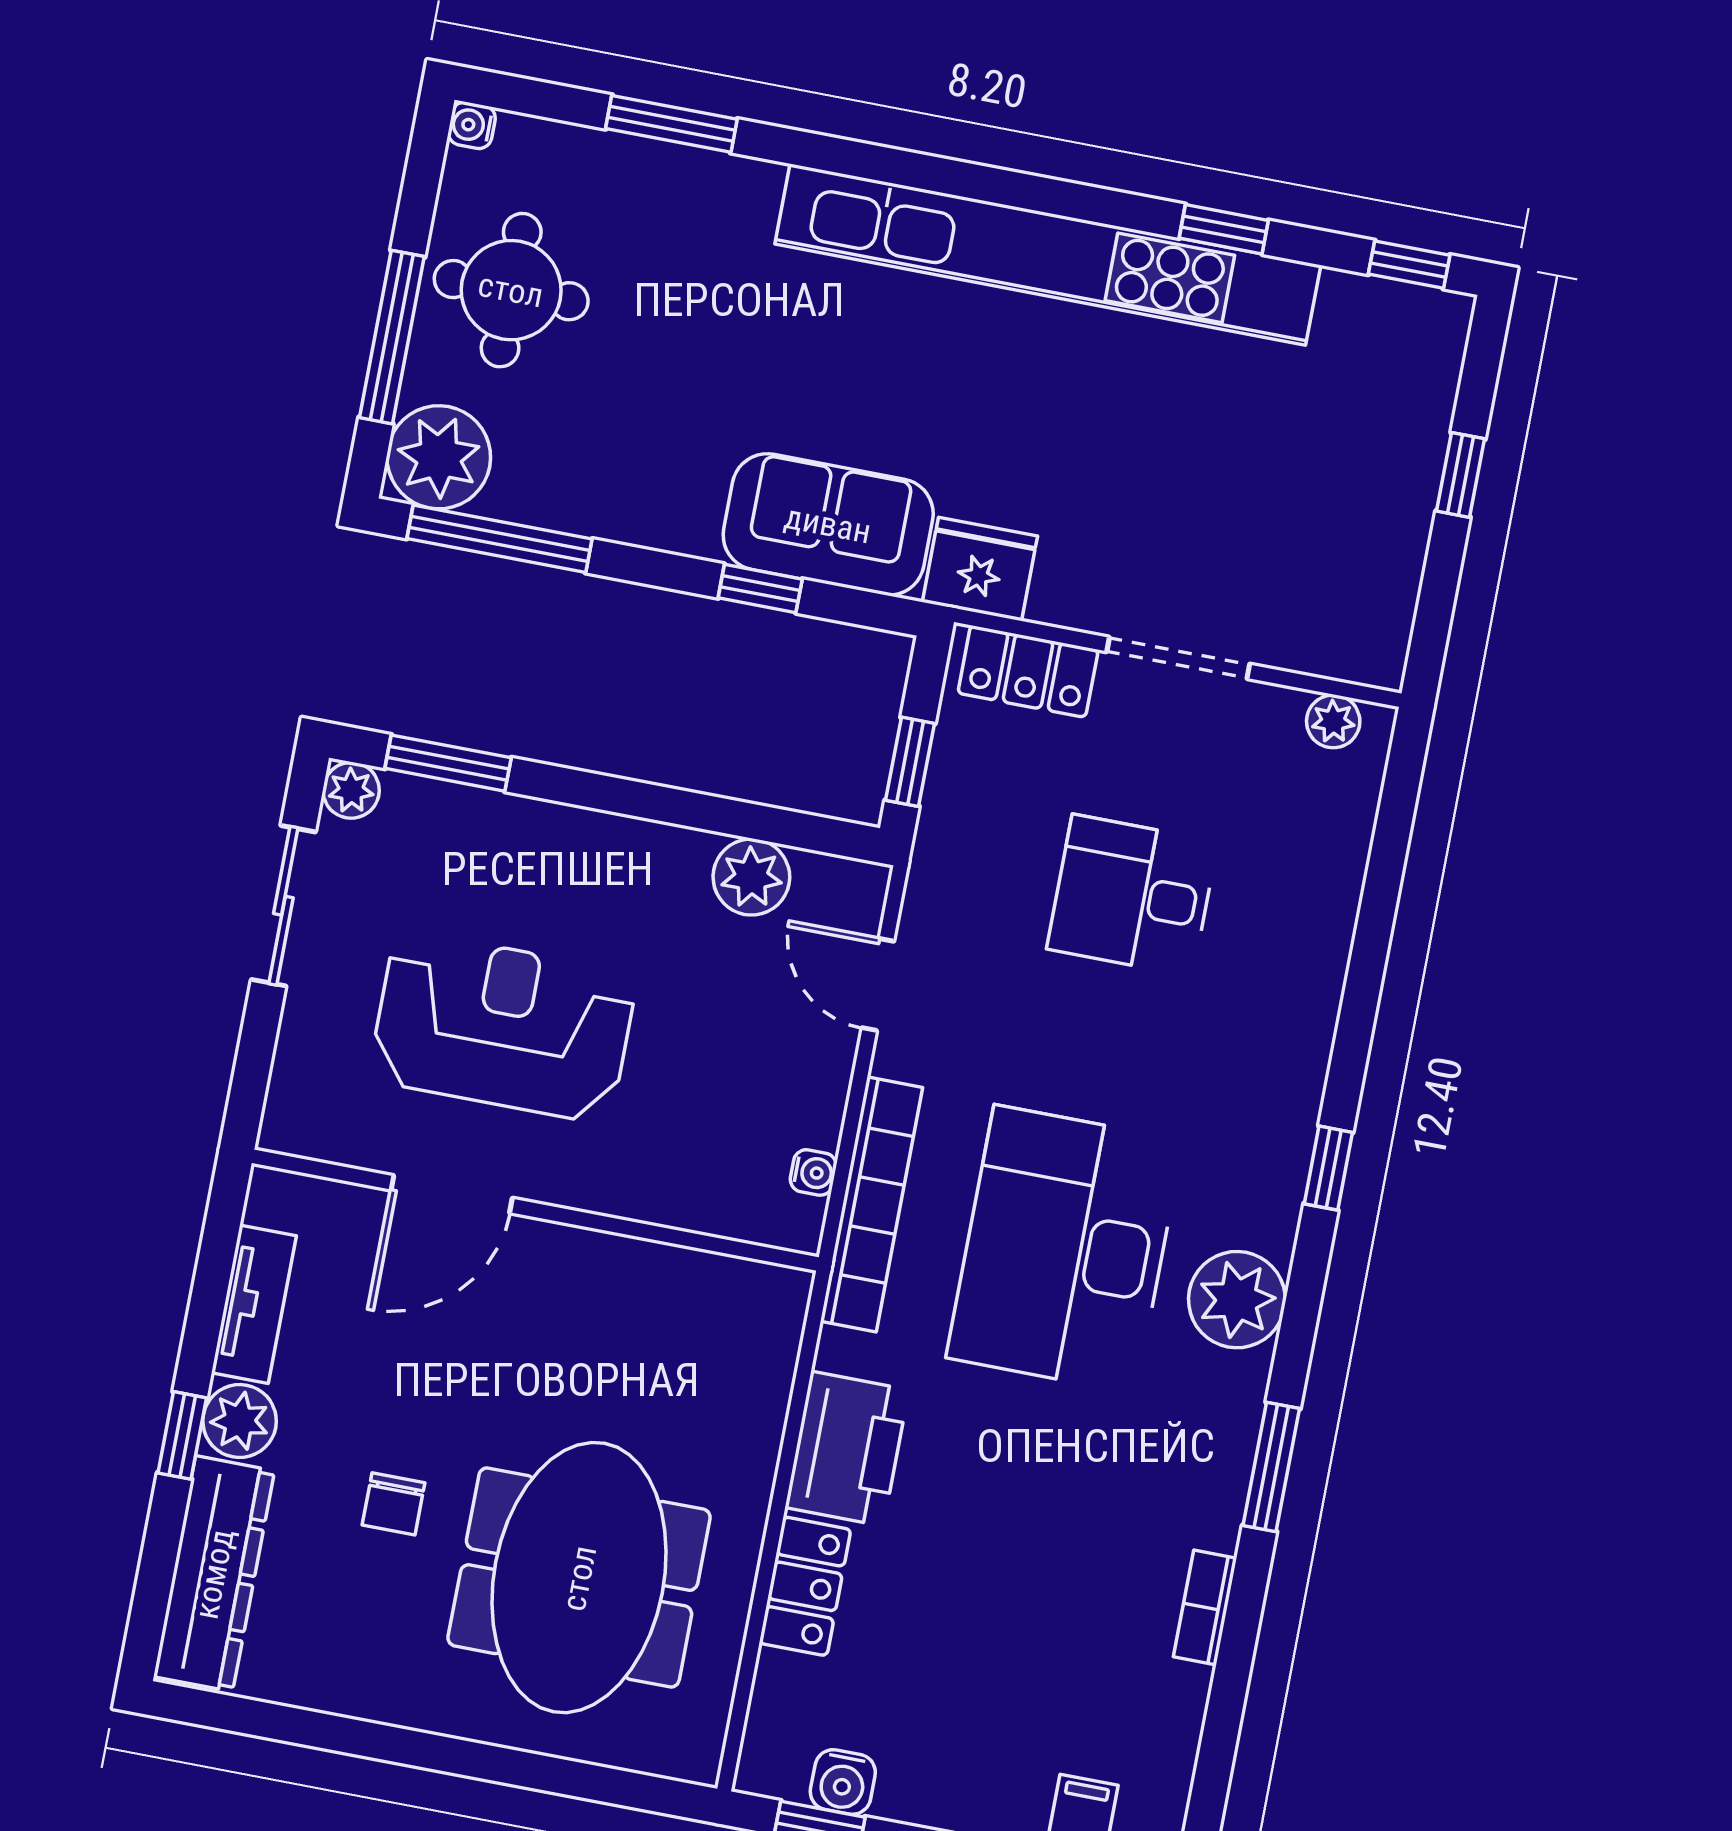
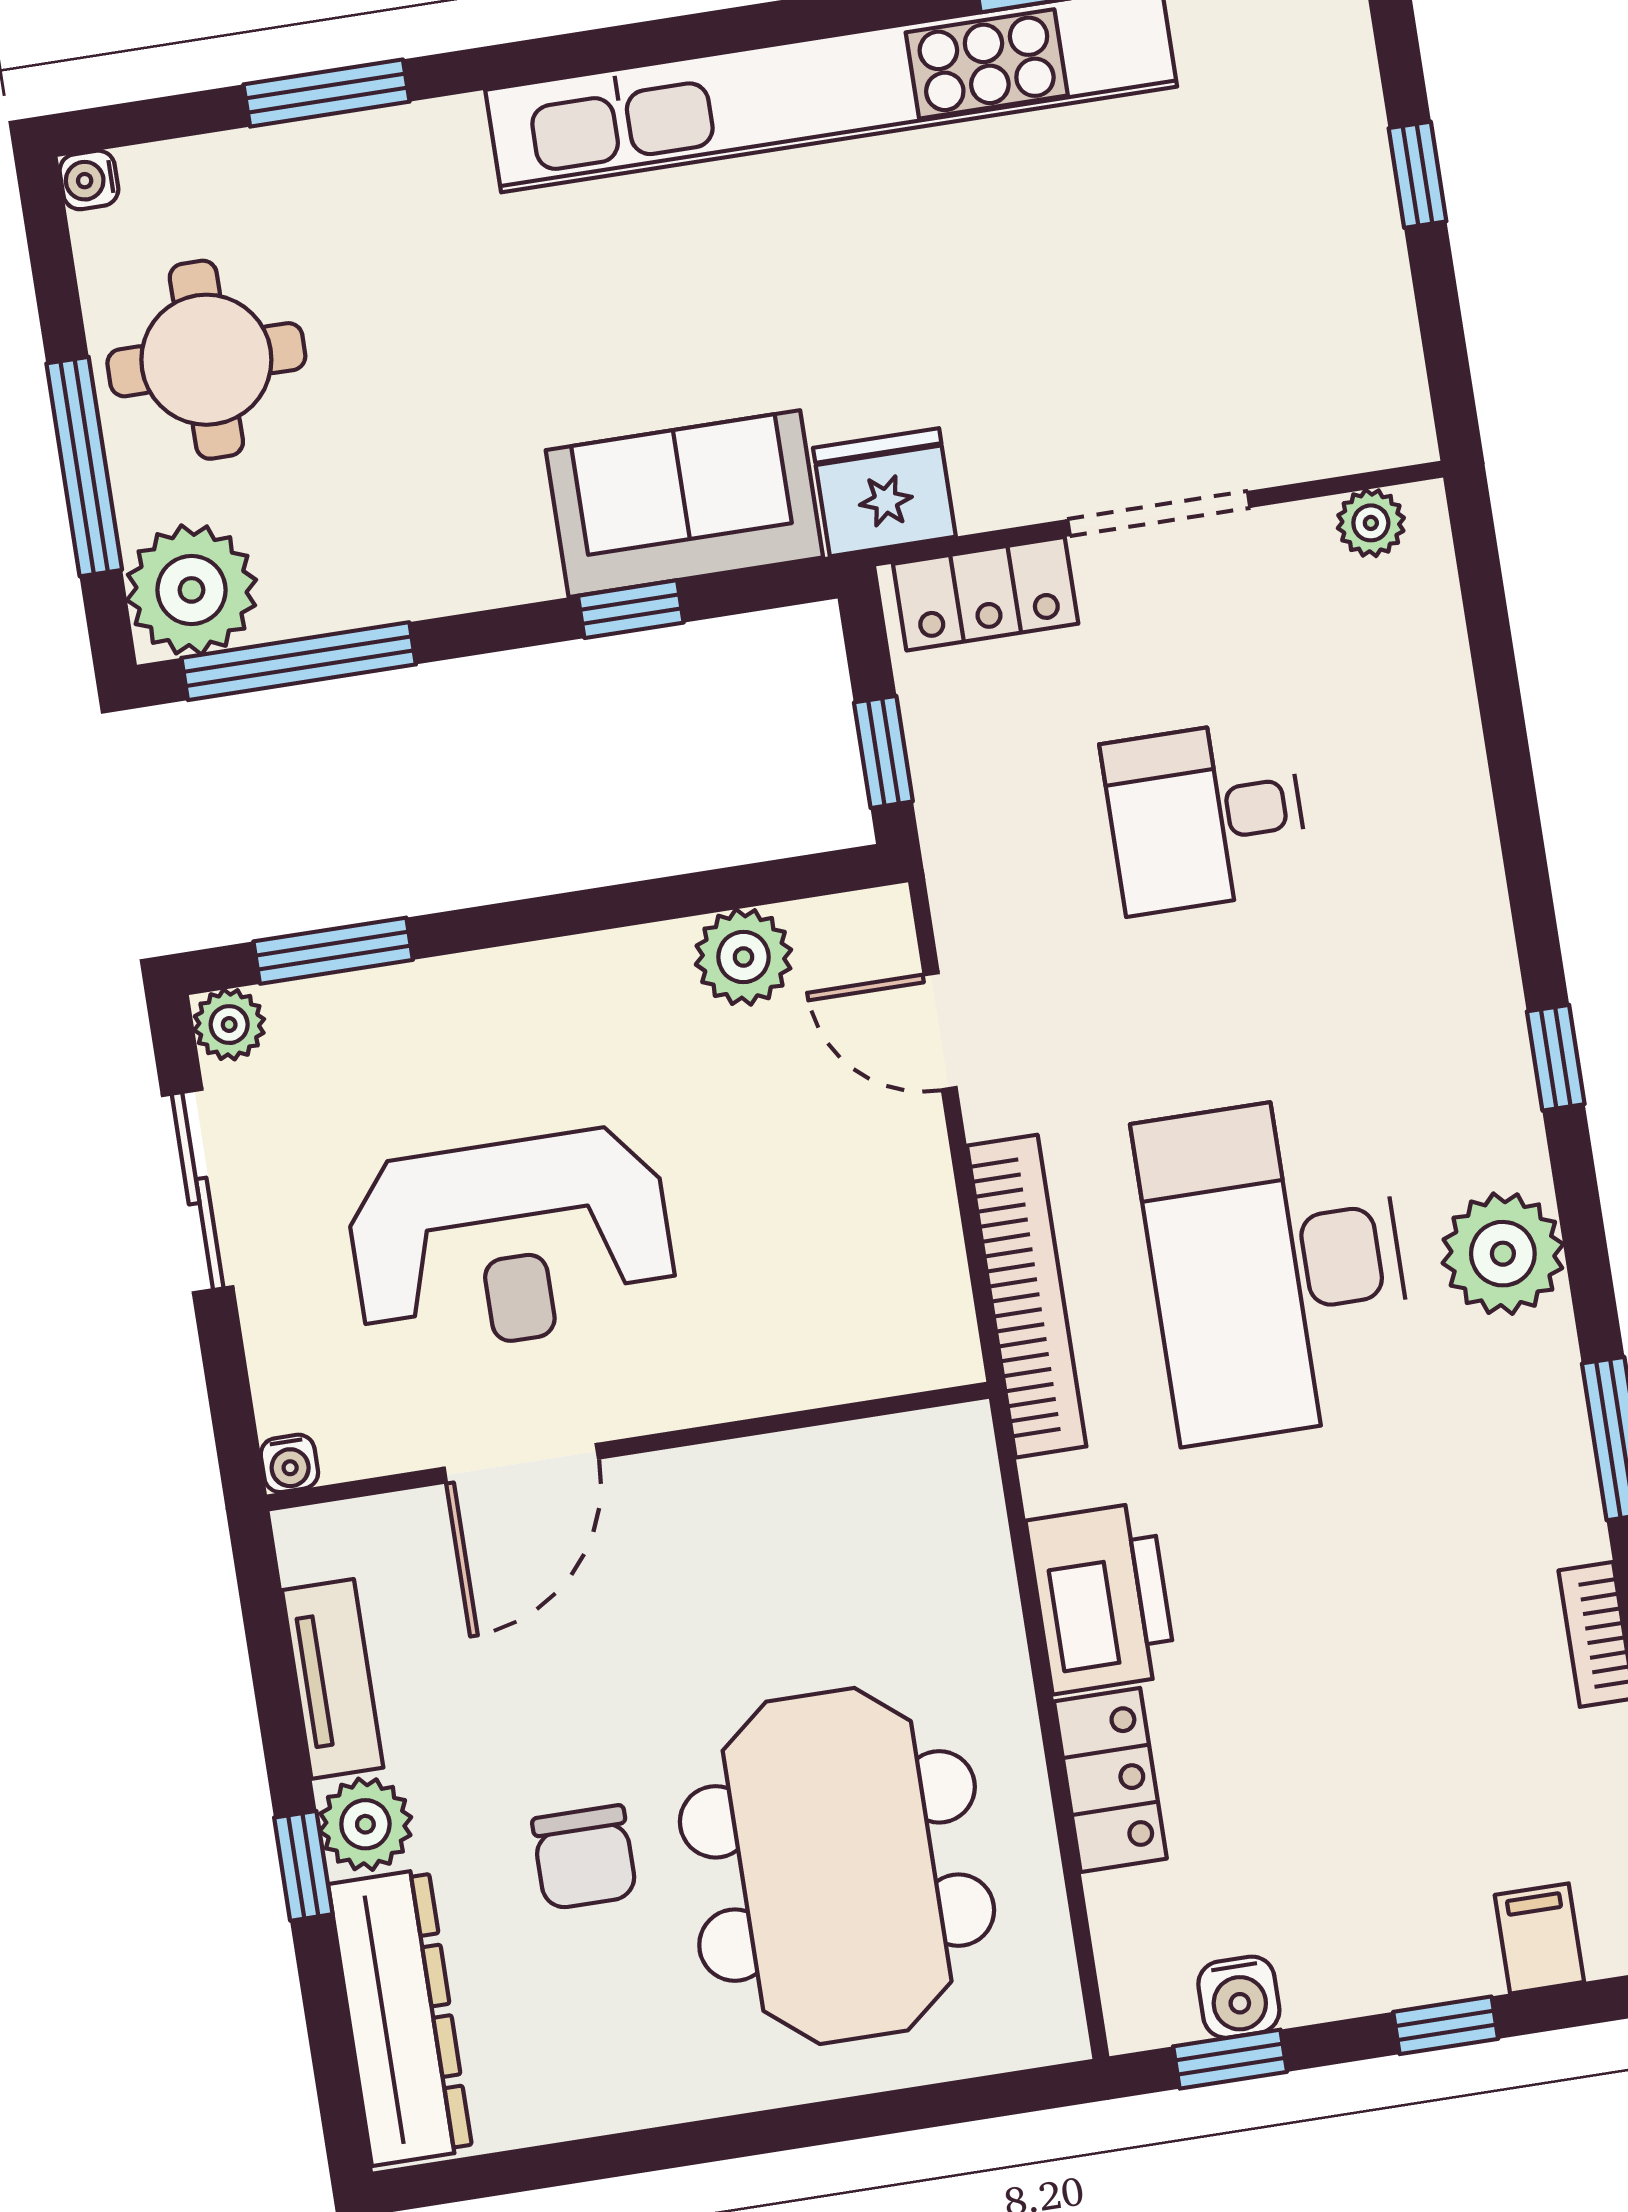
reception desk: (503, 1027) -> (511, 1241), turned 180
water cooler: (813, 1172) -> (289, 1463), moved, turned 90
chair: (393, 1504) -> (584, 1857), width x1.37, depth x1.37

